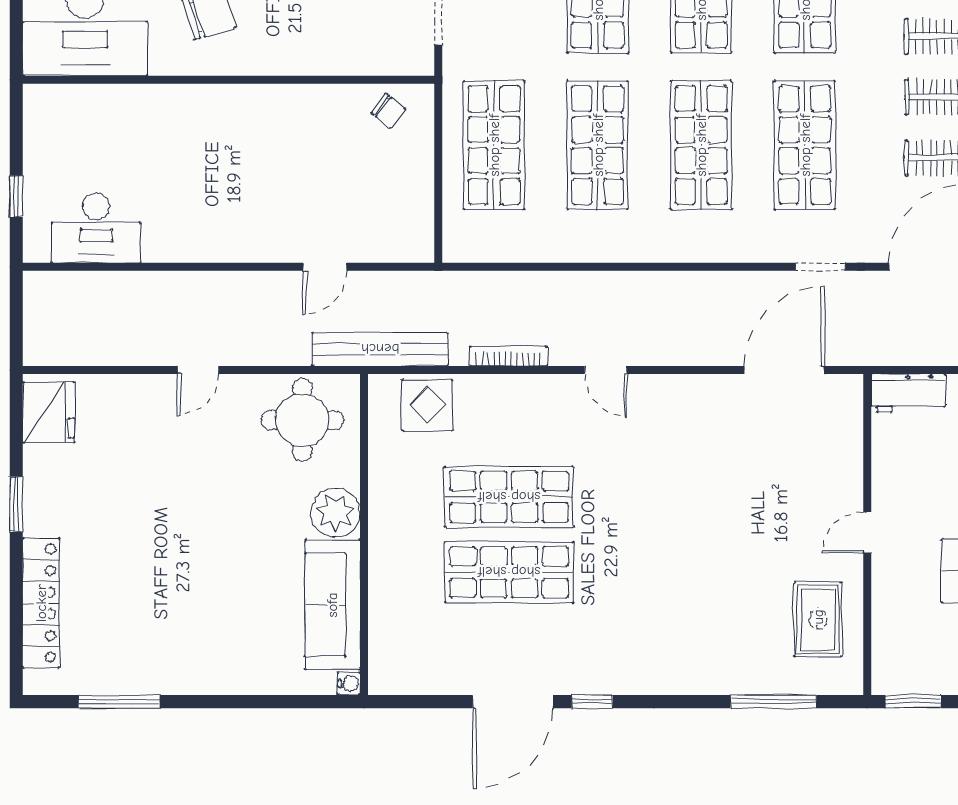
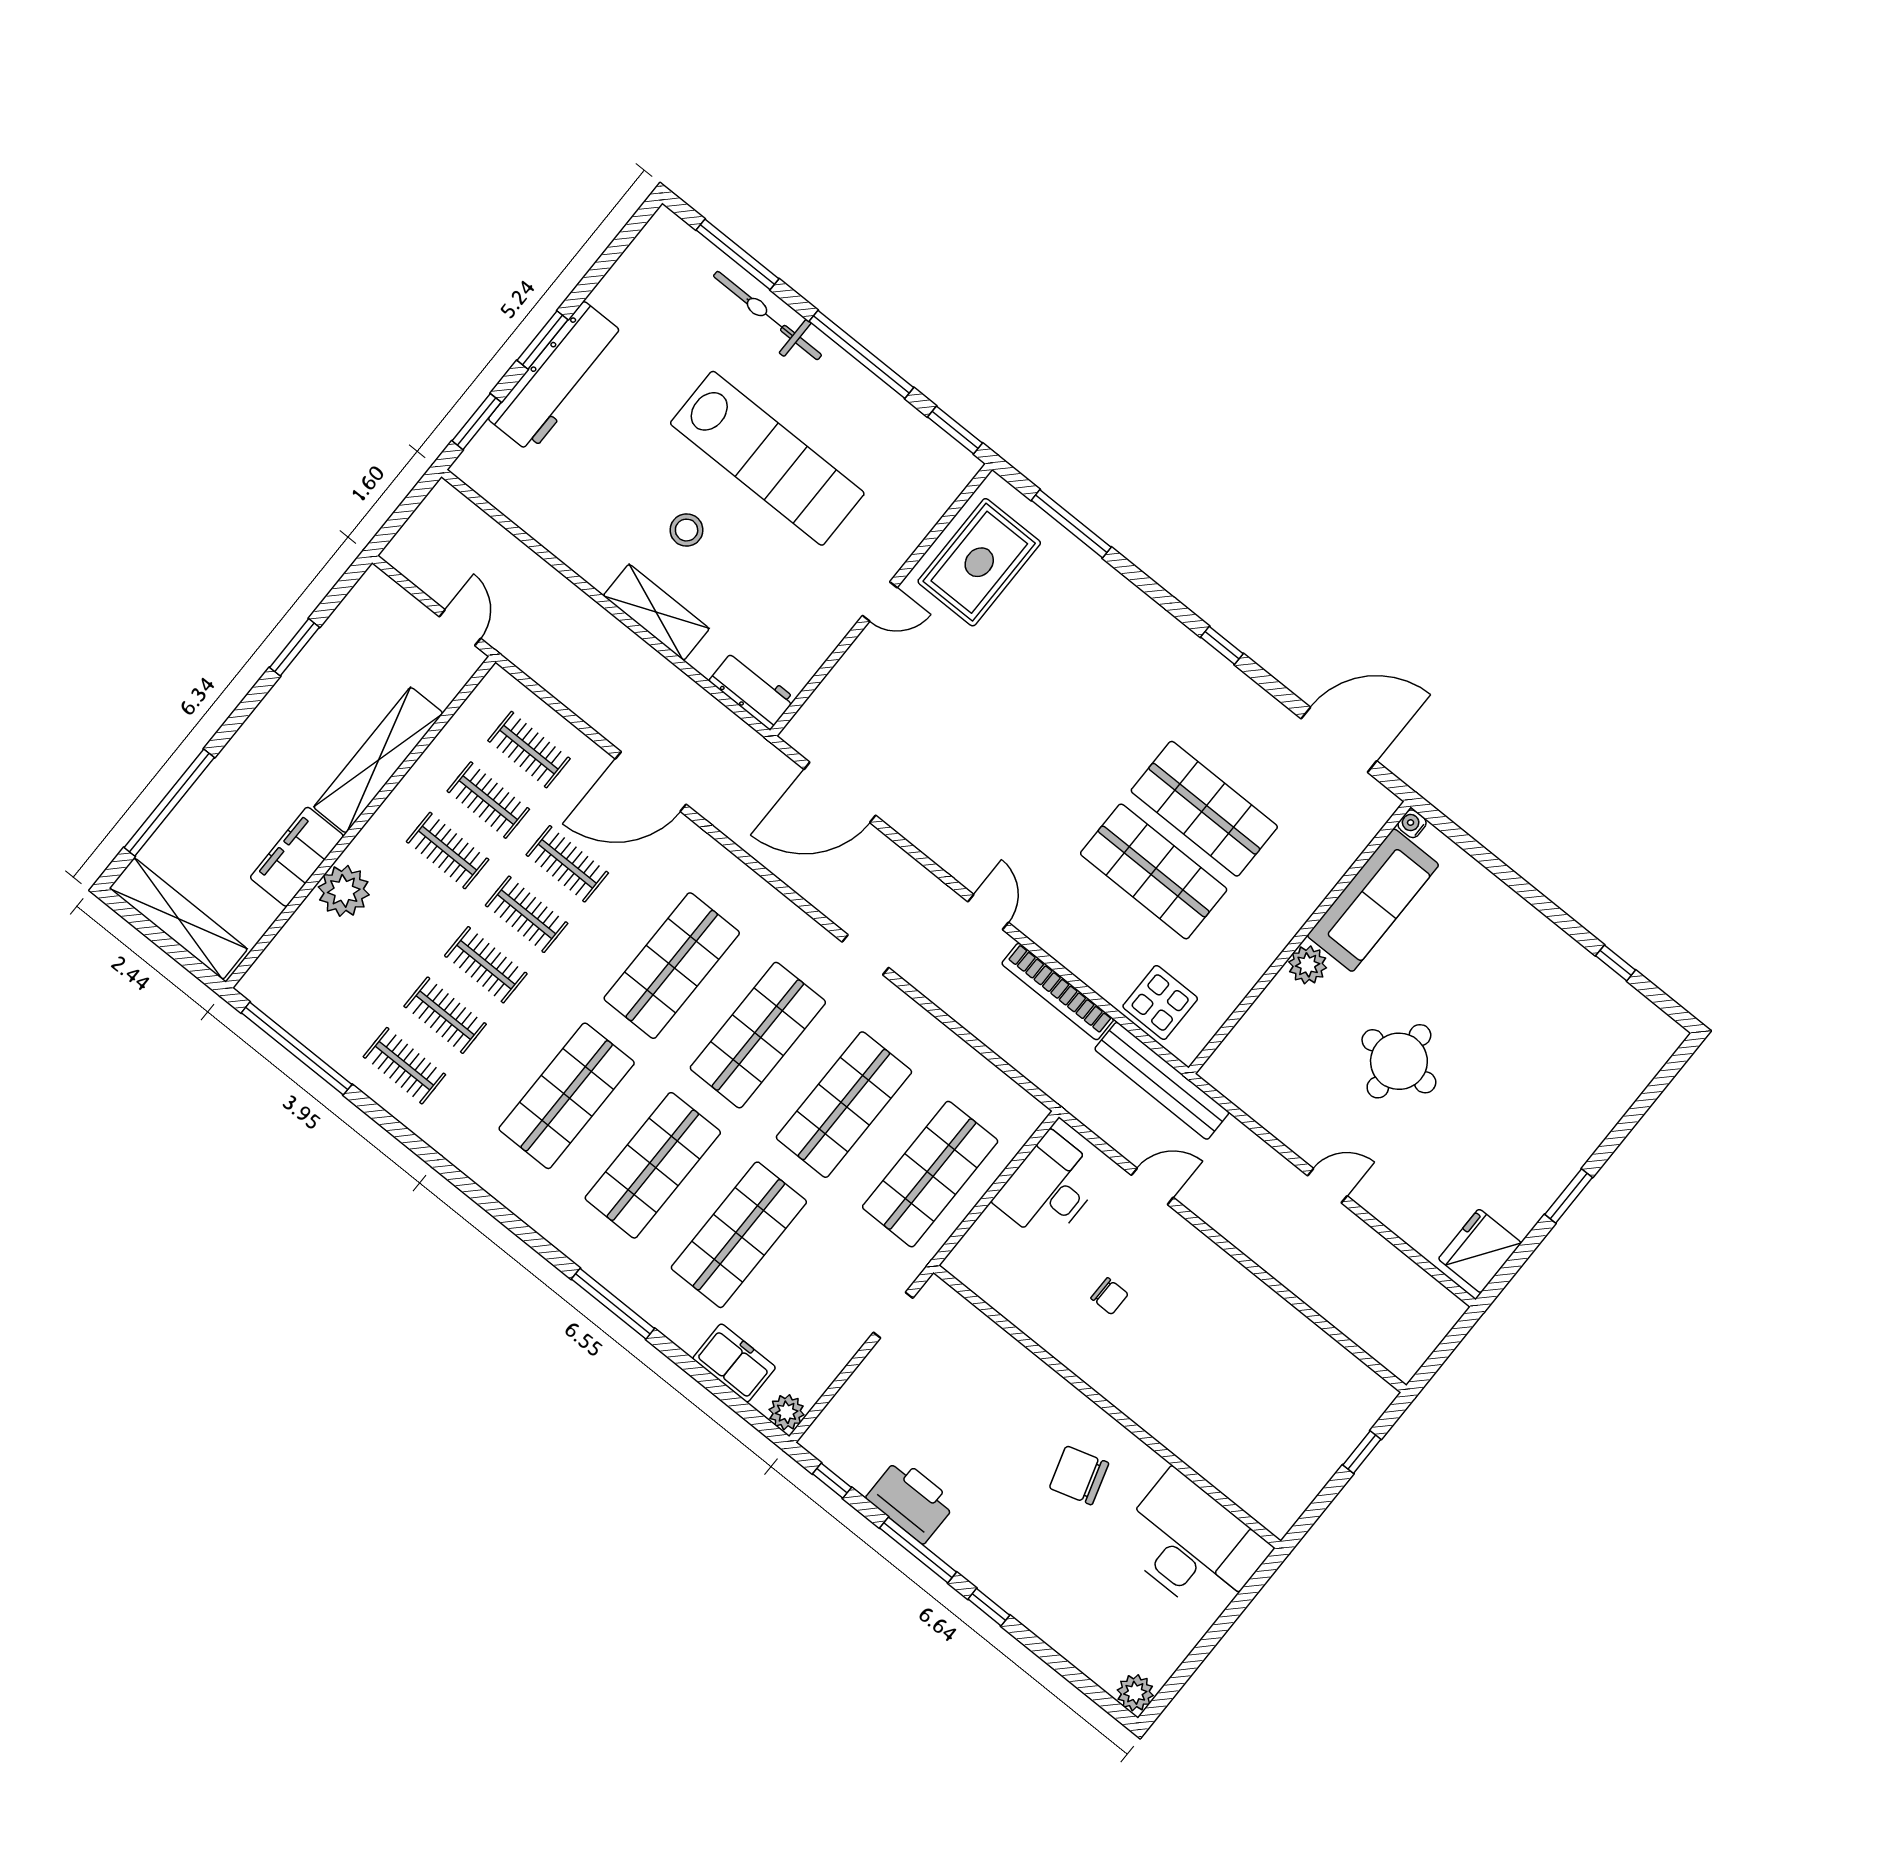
chair: (388, 111) -> (1109, 1296), moved, turned 141
desk: (96, 228) -> (1049, 1188), moved, turned -90
doorway: (820, 267) -> (865, 955), moved
bookcase: (508, 356) -> (1058, 991), width x1.48, depth x1.31
round table: (302, 420) -> (1399, 1061), moved
plant: (335, 513) -> (1308, 965), width x0.73, depth x0.73
locker: (41, 603) -> (1614, 1097), removed
rug: (818, 620) -> (979, 562), width x1.36, depth x1.43
window: (119, 702) -> (1616, 963), width x0.46
door: (513, 702) -> (1339, 740), moved

